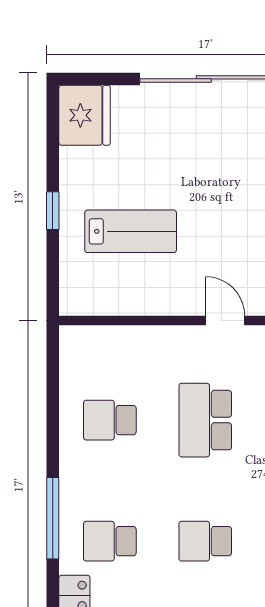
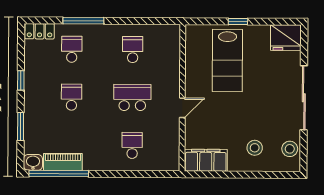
lab bench: (131, 231) -> (227, 60), width x1.36, depth x1.39

